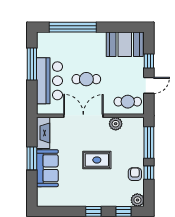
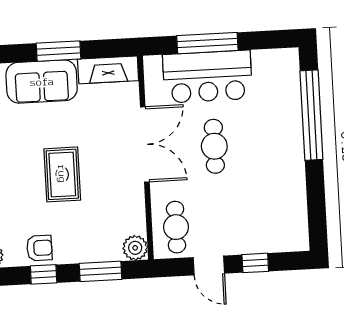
booth: (125, 44) -> (284, 215), removed
window: (32, 64) -> (207, 43), moved
plant: (116, 124) -> (135, 248), moved
window: (149, 143) -> (101, 271), width x0.69

